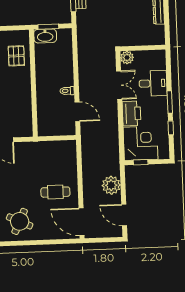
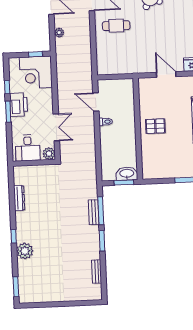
pallet: (16, 56) -> (155, 126), moved, turned 90
desk: (153, 83) -> (28, 148), moved, turned -90
double door: (119, 85) -> (56, 127), swing flipped
printer: (131, 114) -> (19, 105), moved, turned 180
plant: (111, 185) -> (59, 33), width x0.53, depth x0.53

